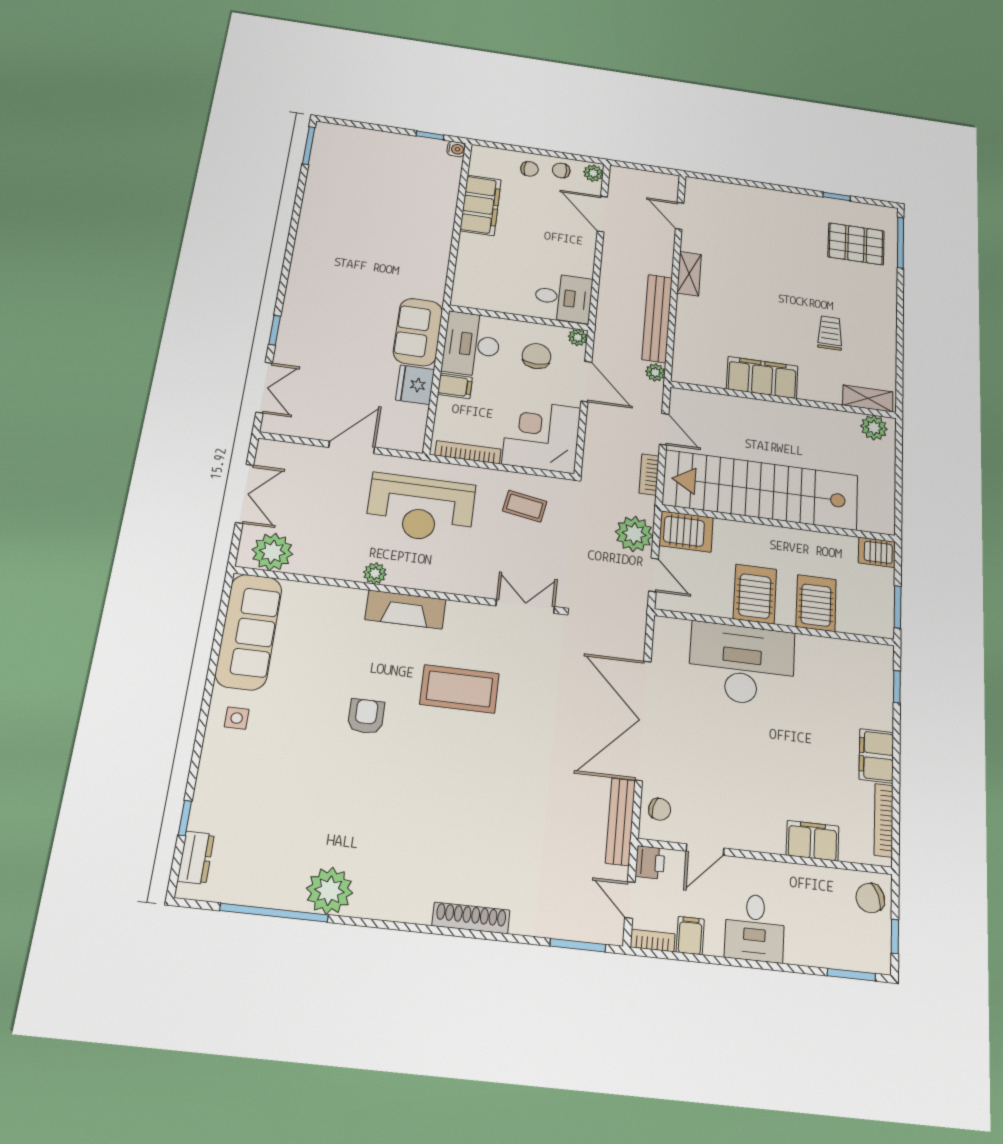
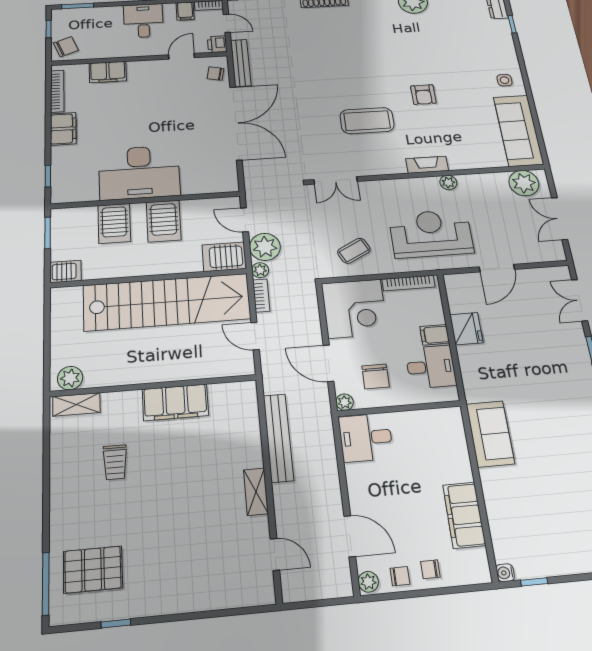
sofa: (418, 332) -> (490, 434), moved
desk: (472, 344) -> (431, 367), width x0.73
plant: (655, 372) -> (260, 270), moved
coffee table: (525, 506) -> (354, 251), turned -37
fireplace: (405, 610) -> (427, 165), width x0.73, depth x0.76
desk: (742, 664) -> (139, 173), moved

